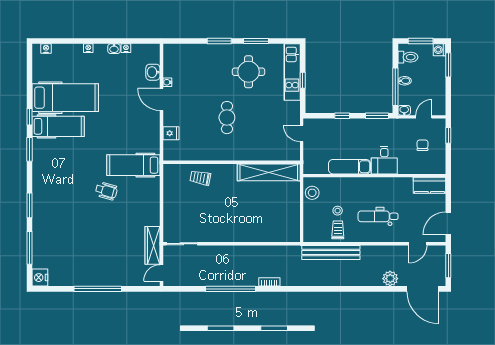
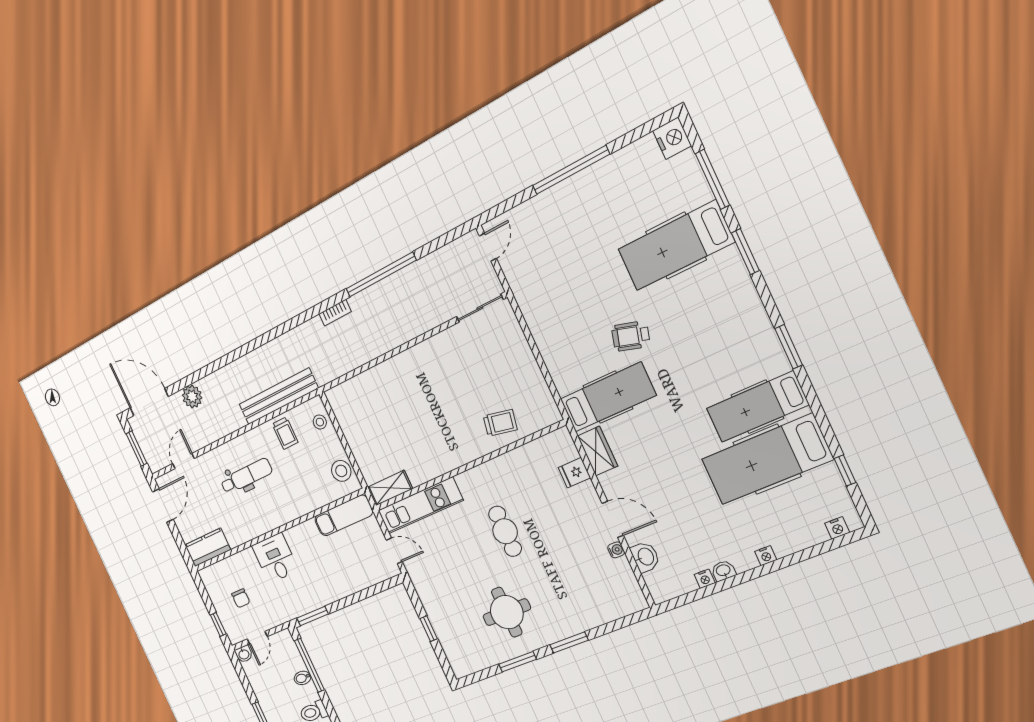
kitchen unit: (292, 72) -> (420, 505), moved, turned 90
washbasin: (404, 110) -> (244, 654), moved
window: (342, 116) -> (355, 598), removed
window: (30, 117) -> (845, 470), moved
exam couch: (350, 167) -> (344, 515), moved
shelving: (269, 172) -> (390, 488), width x0.45, depth x0.75
stool: (338, 211) -> (320, 422), moved
hospital bed: (62, 225) -> (676, 246), added
wardrobe: (152, 245) -> (597, 451), moved, width x0.67

